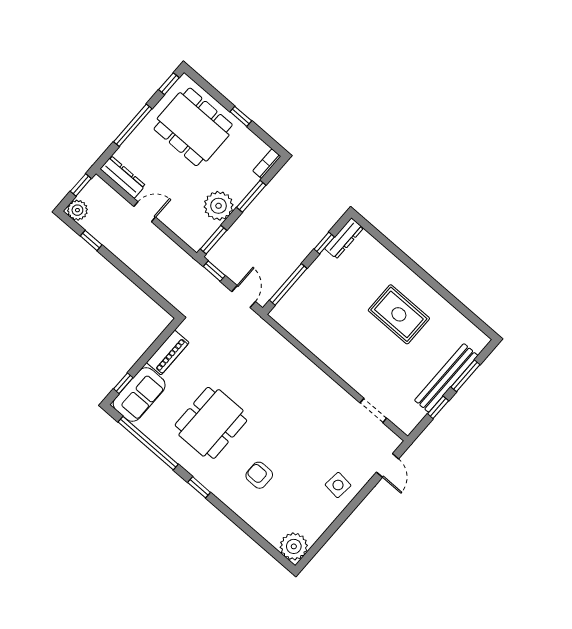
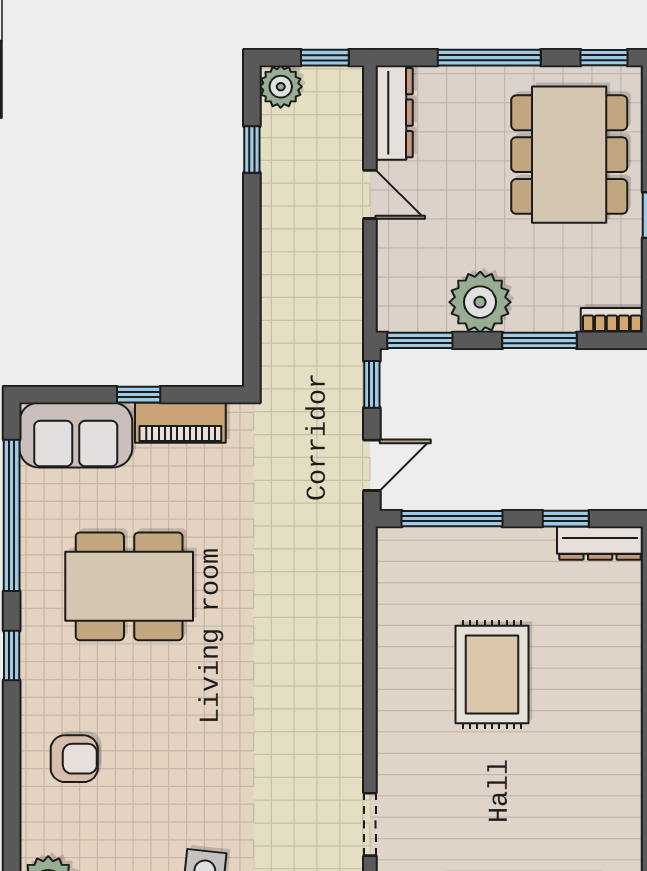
rug: (399, 314) -> (492, 675), moved
window: (123, 383) -> (139, 395), moved
armchair: (259, 475) -> (74, 759), moved, turned 90

